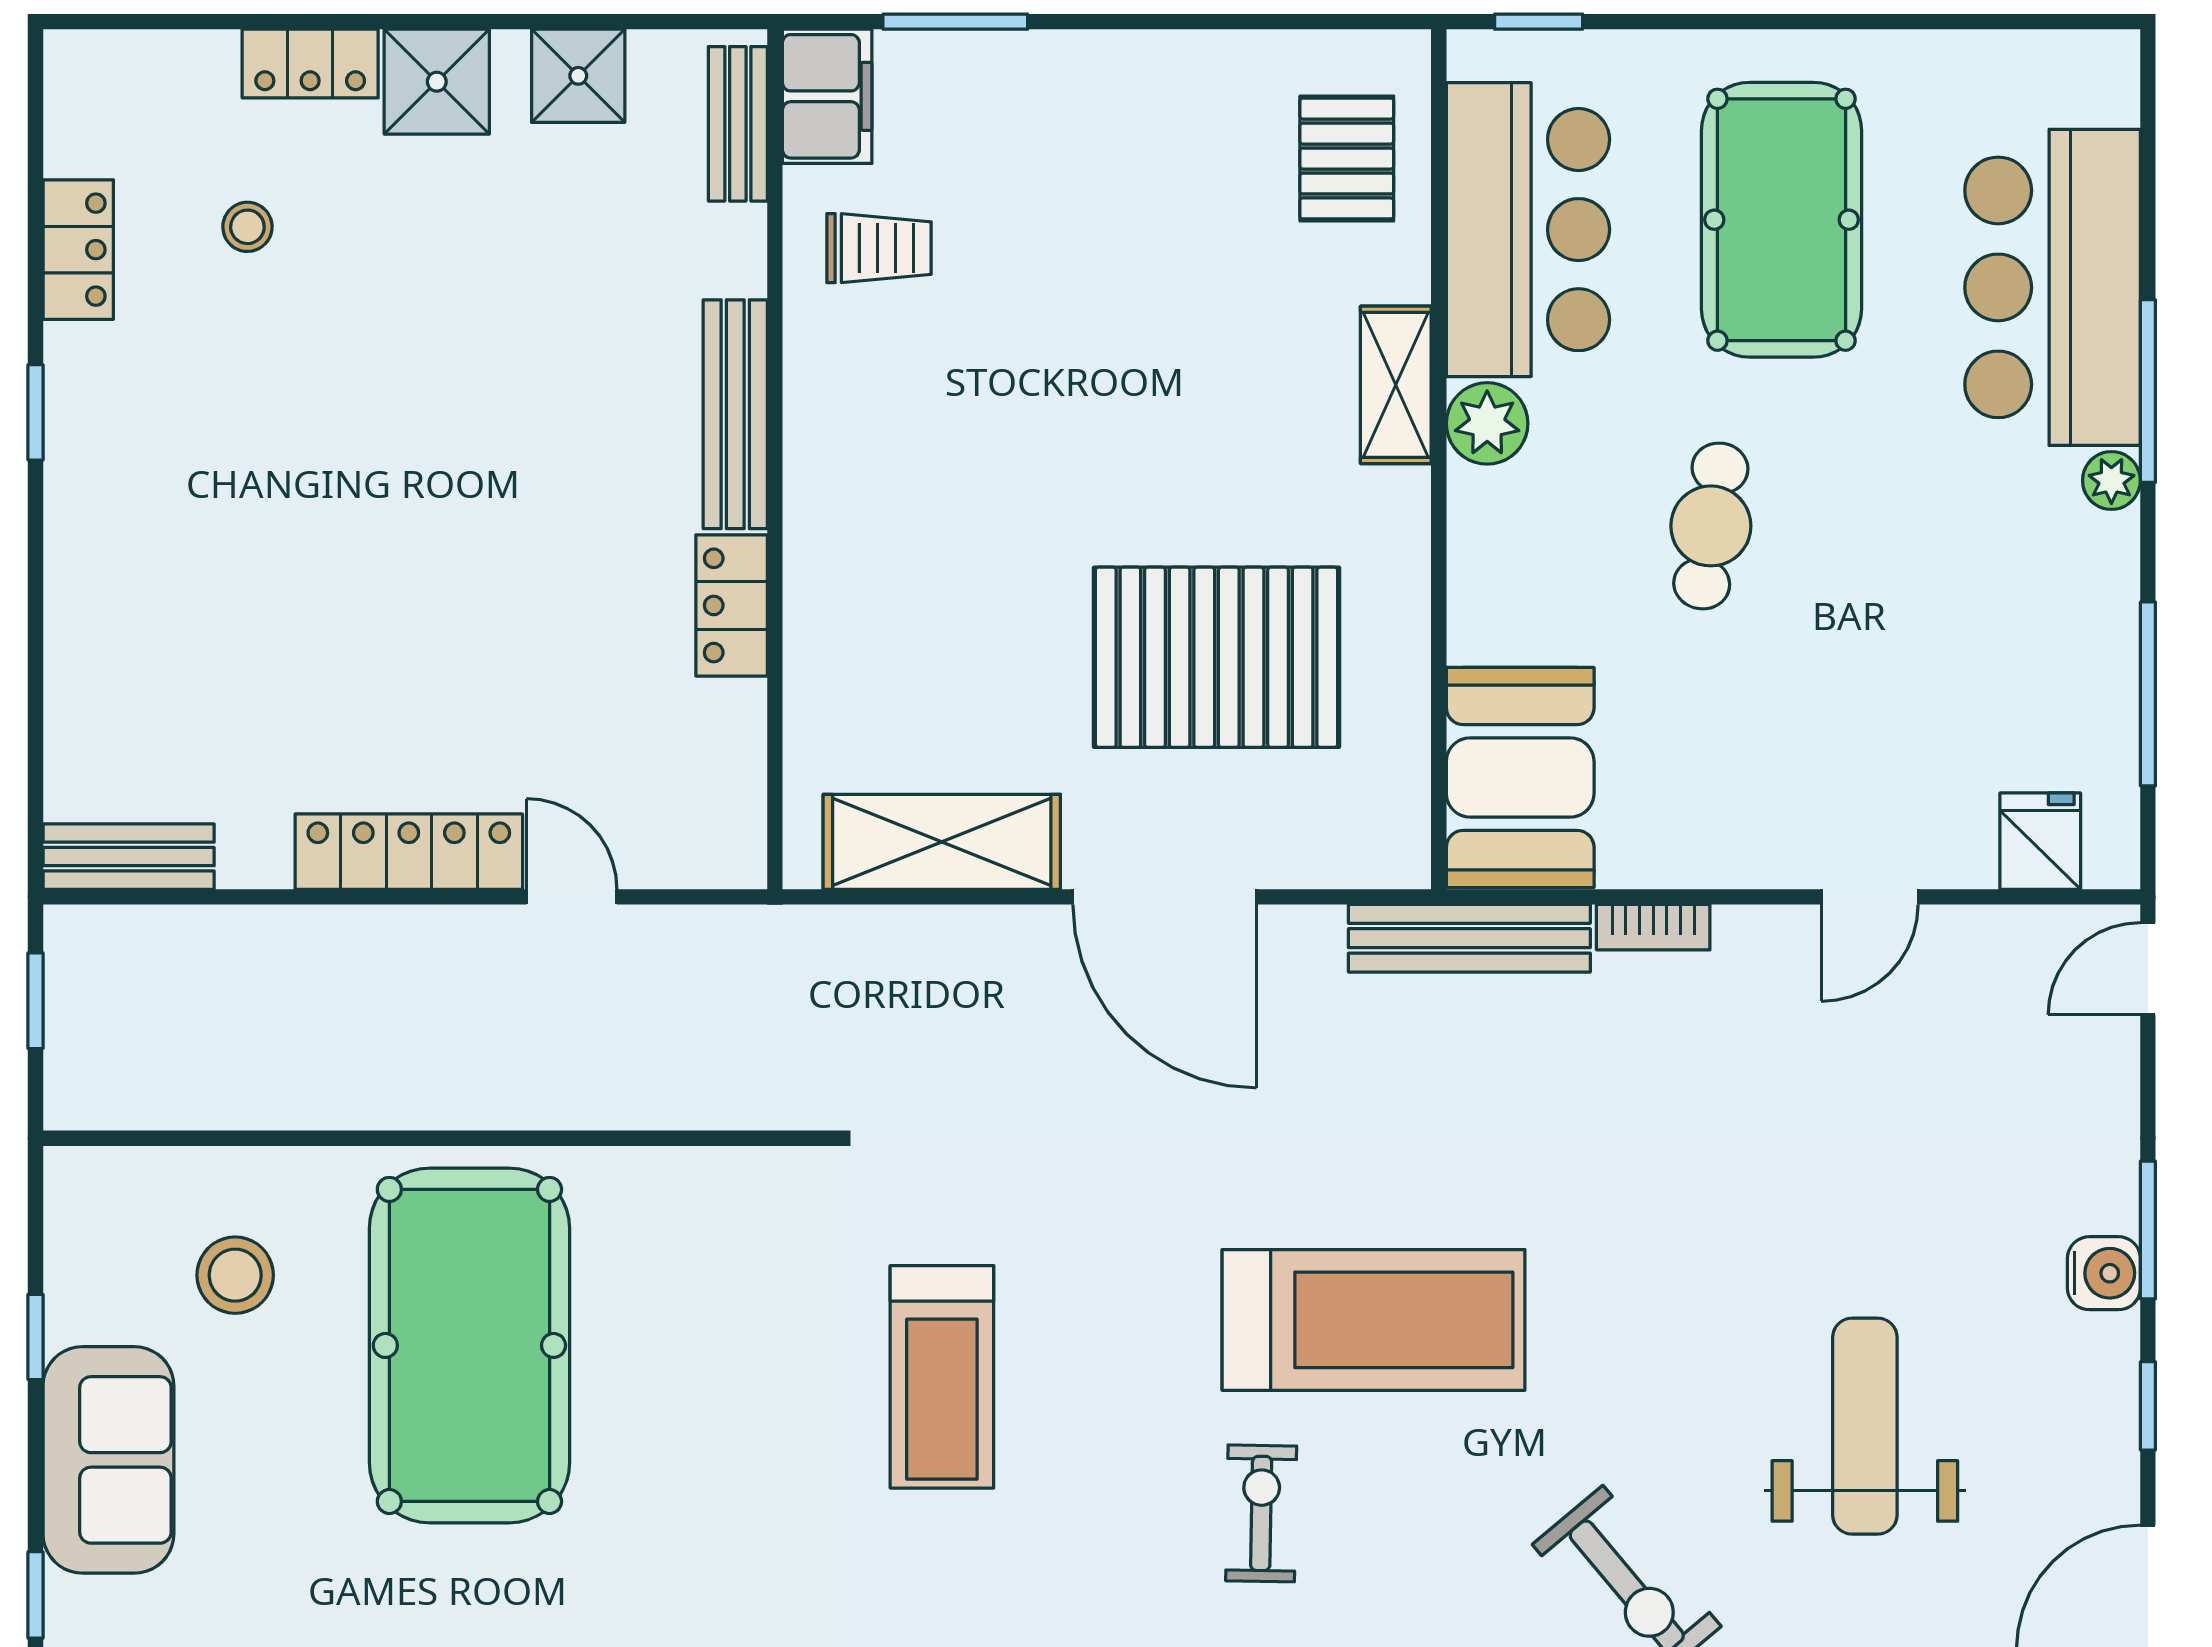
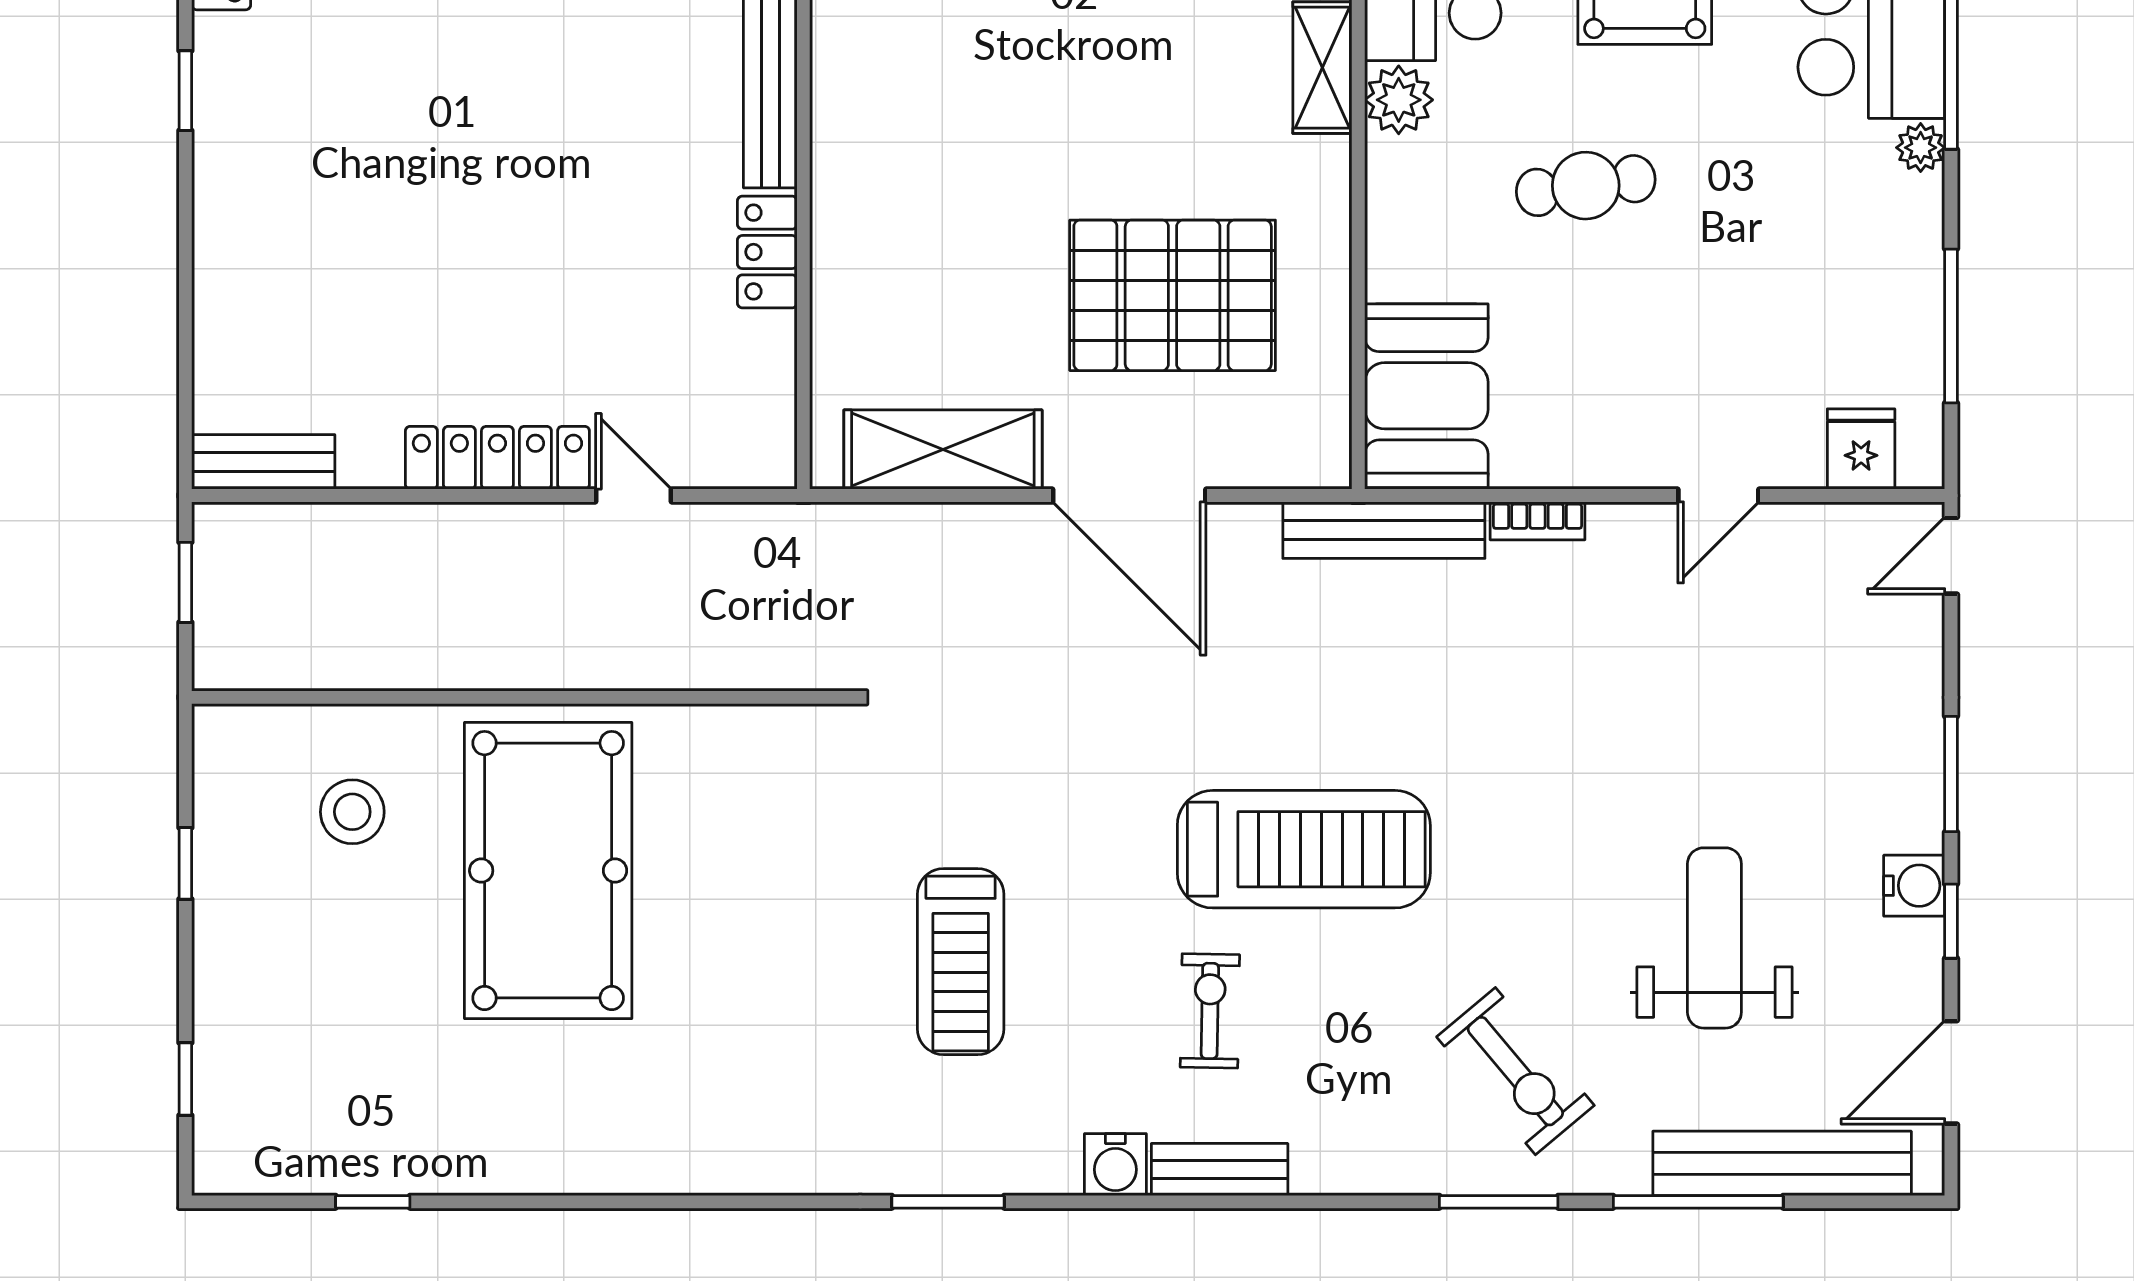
cafe table: (1711, 526) -> (1586, 186), turned 73
water cooler: (2104, 1273) -> (1914, 886), moved
treadmill: (942, 1377) -> (961, 962), moved
sofa: (108, 1460) -> (246, 966), removed

